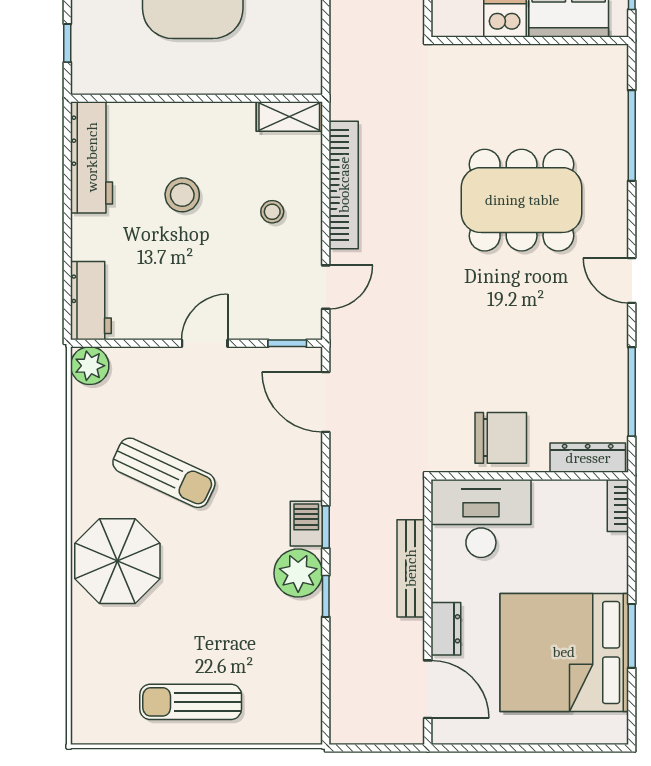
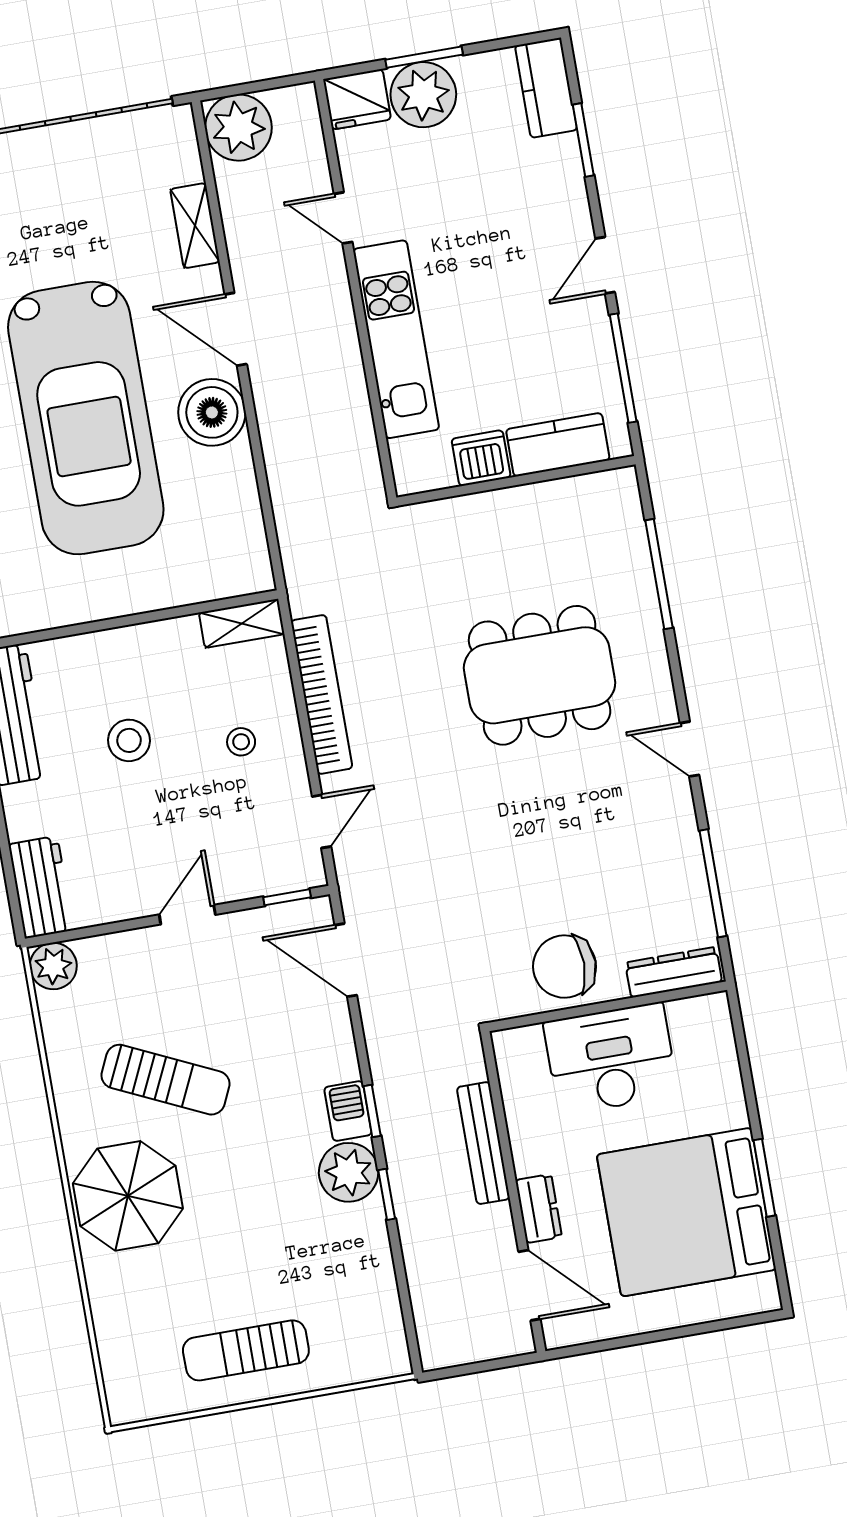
chair: (501, 438) -> (565, 967), turned 180
bookcase: (618, 505) -> (720, 1023), removed
desk: (481, 518) -> (611, 1059), moved

